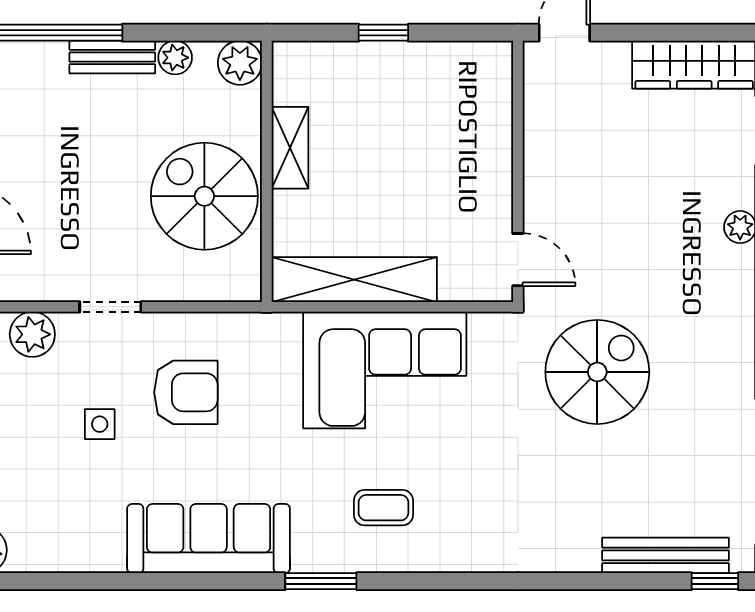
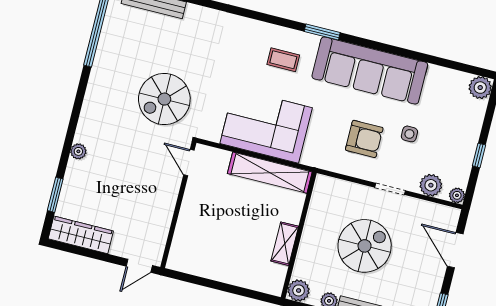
window: (383, 33) -> (226, 288), removed
spiral stairs: (204, 196) -> (365, 246), moved, turned -90
armchair: (186, 392) -> (364, 139), turned 180
sofa: (209, 539) -> (370, 70), width x1.36, depth x1.27

